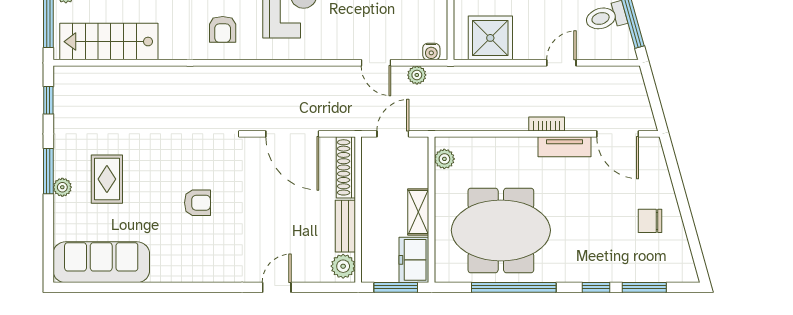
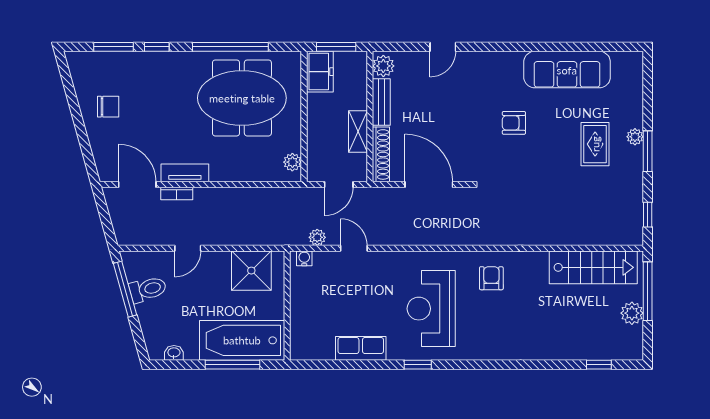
bookcase: (547, 124) -> (177, 193), moved
shelving: (418, 212) -> (358, 132), moved
sofa: (101, 262) -> (567, 70), moved

